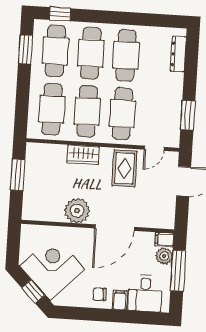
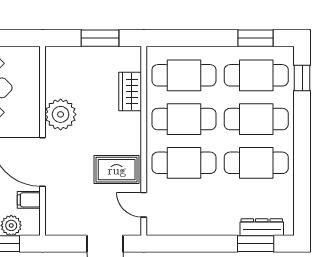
window: (188, 115) -> (256, 244), moved
wardrobe: (83, 155) -> (130, 91), moved
filing cabinet: (164, 240) -> (29, 200), moved, turned -90

